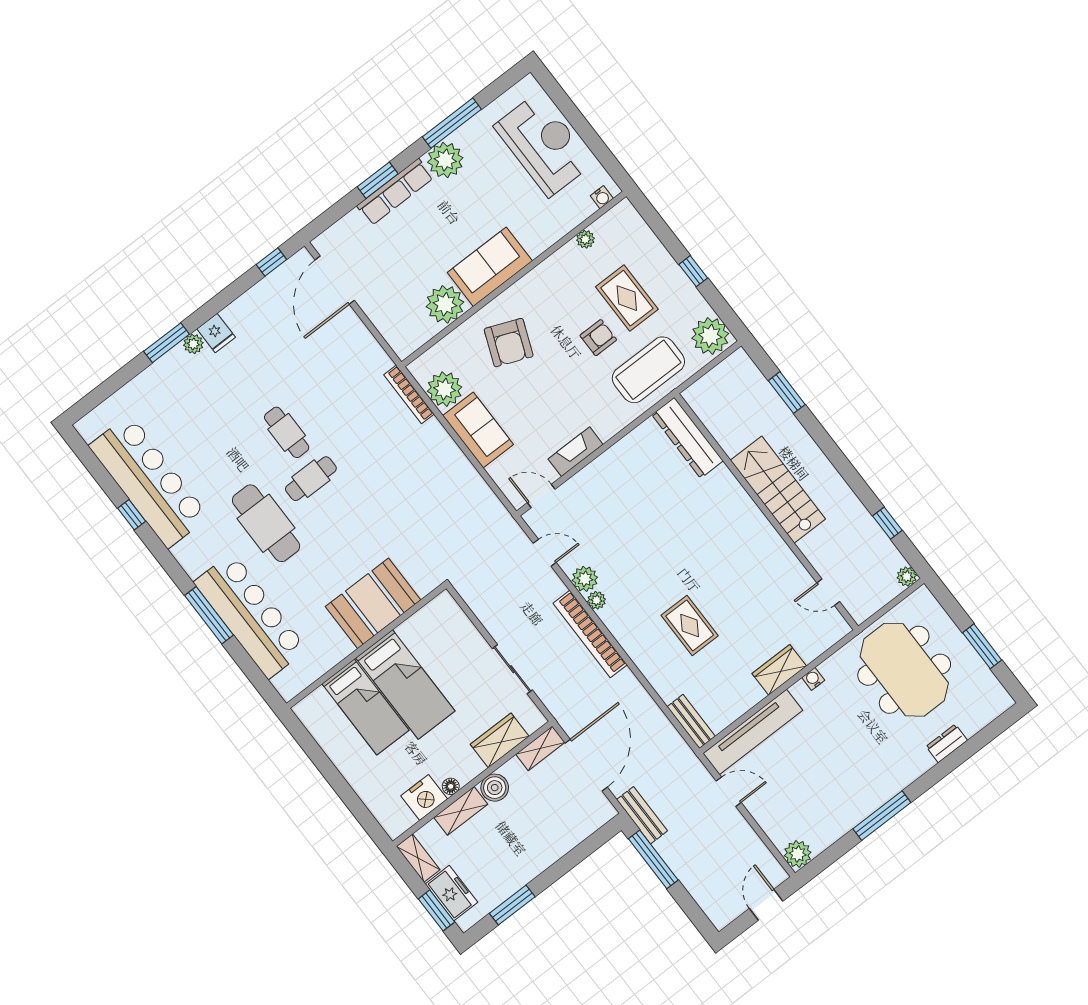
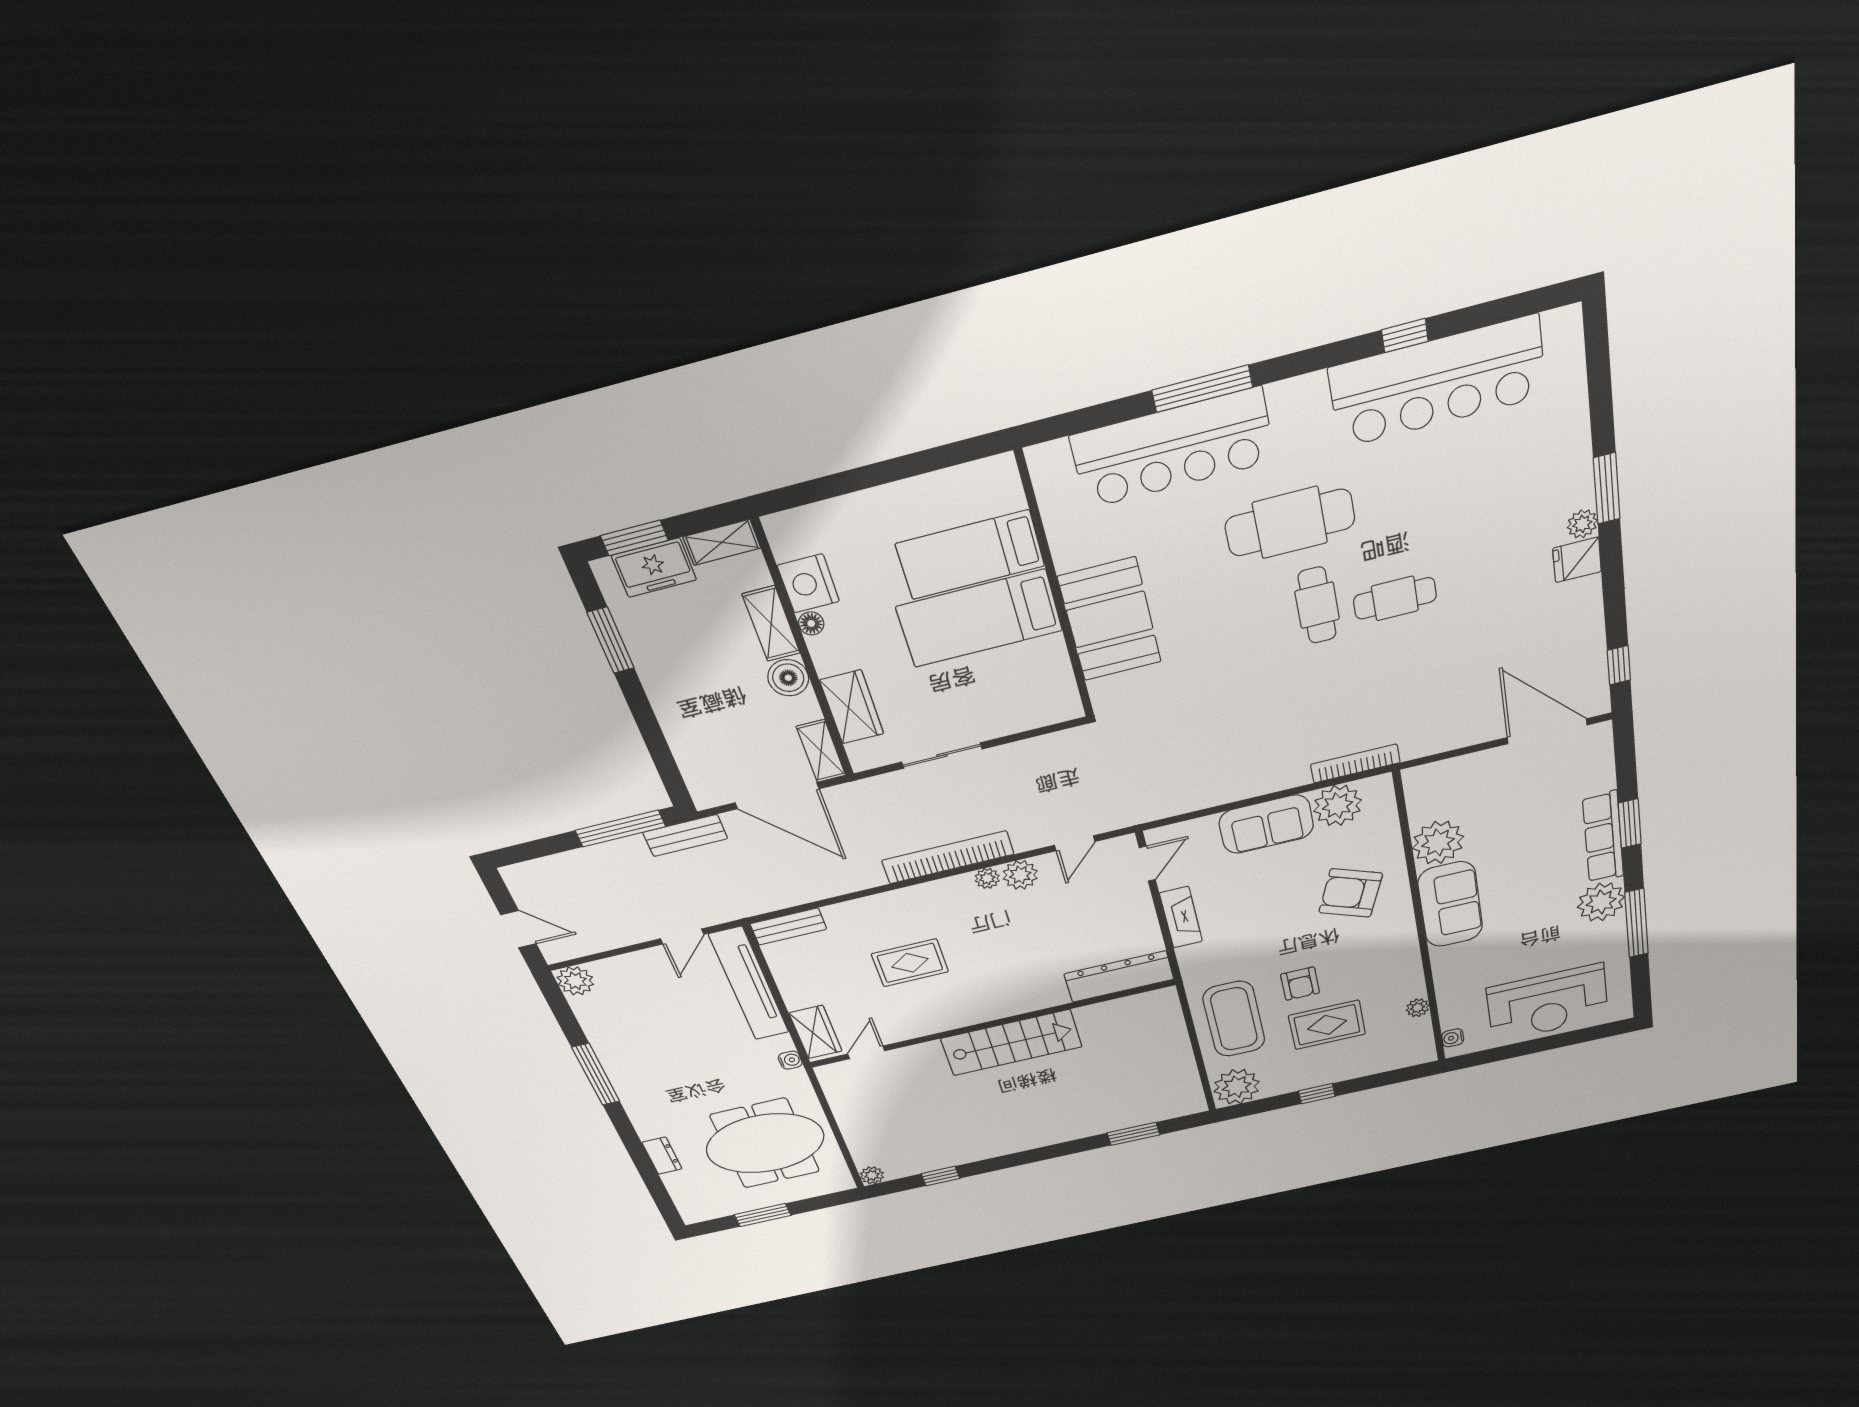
dresser: (688, 438) -> (1119, 977), moved
stairs: (778, 490) -> (1011, 1043), moved
wall: (766, 512) -> (991, 1024), moved
door: (828, 592) -> (866, 1052), moved

